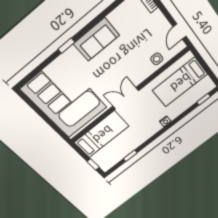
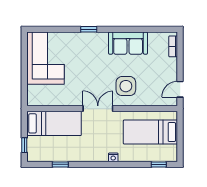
sofa: (96, 40) -> (128, 43), moved
side table: (157, 59) -> (126, 86), moved, width x1.87, depth x1.87
corner sofa: (64, 98) -> (45, 58), width x0.73, depth x0.74

